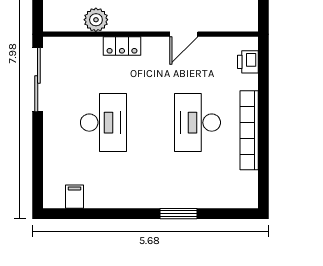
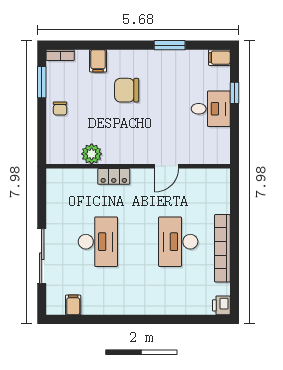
printer: (248, 62) -> (221, 305), moved
sliding door: (38, 80) -> (42, 256), moved
window: (178, 214) -> (162, 319), removed

